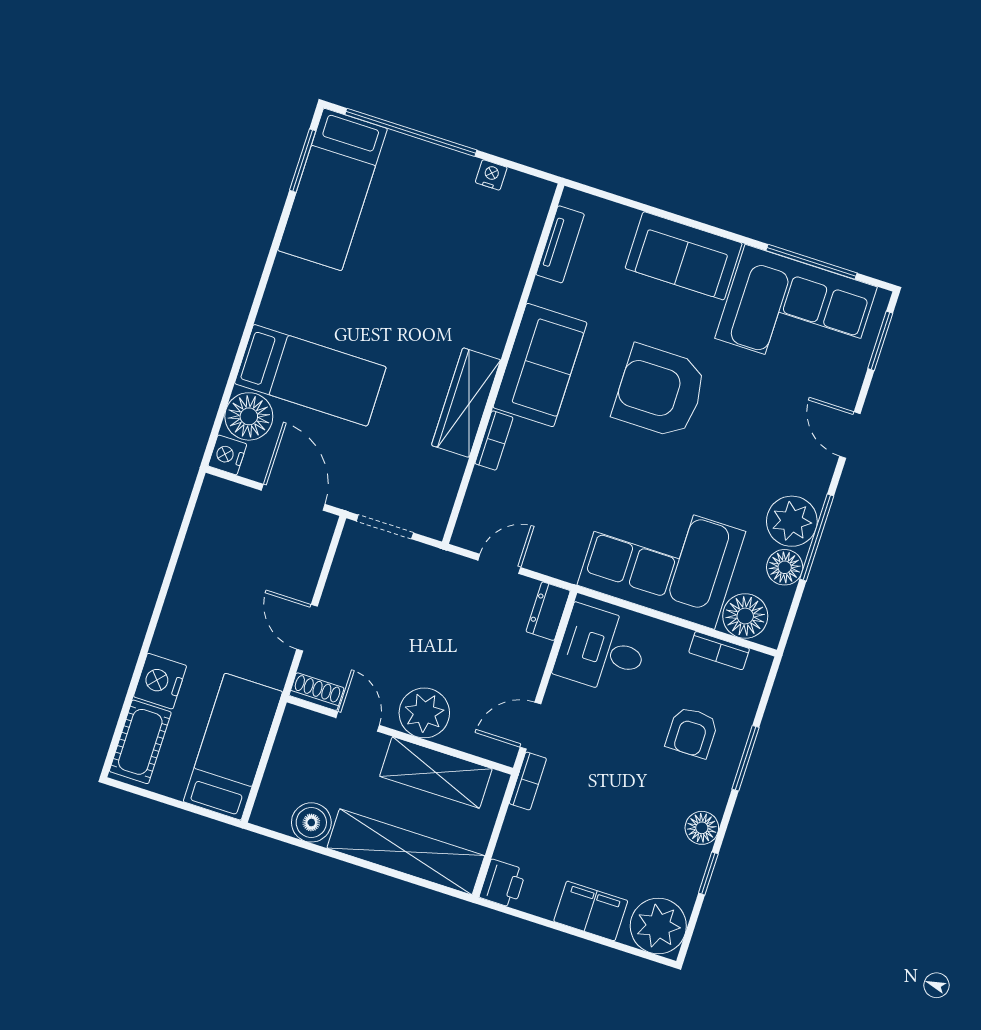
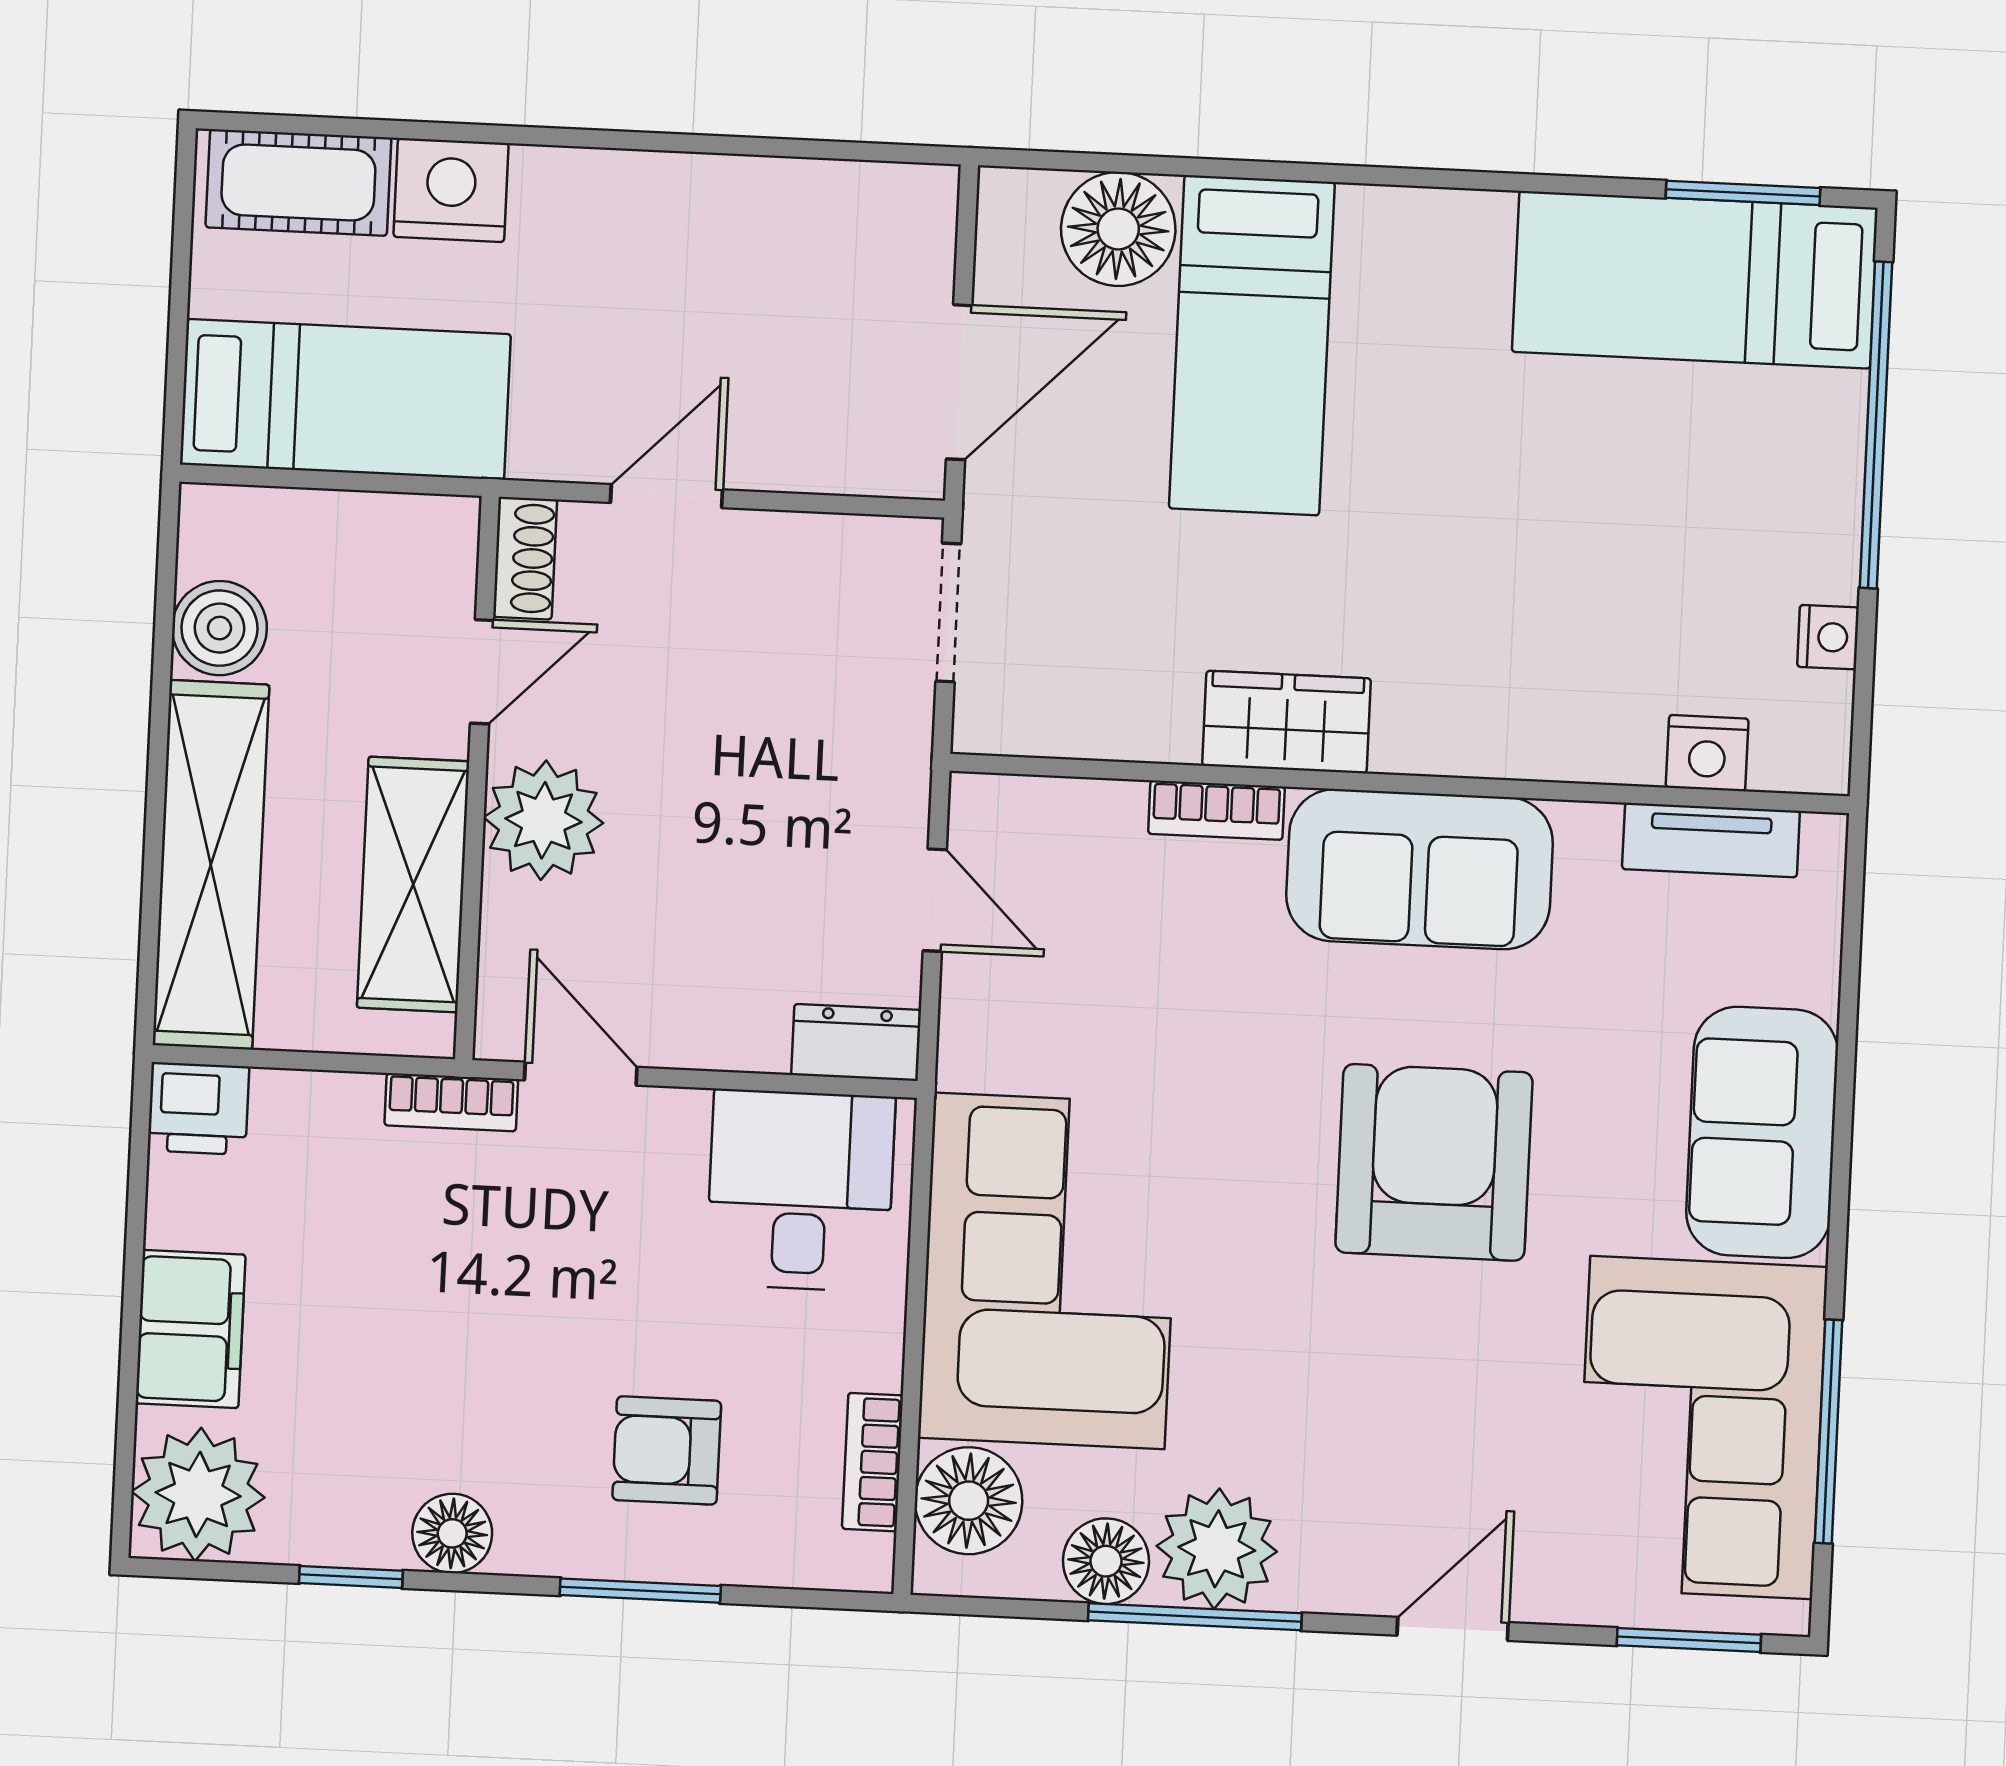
wardrobe: (466, 403) -> (1286, 722), width x0.67
nightstand: (227, 455) -> (1707, 753), moved, turned 180

